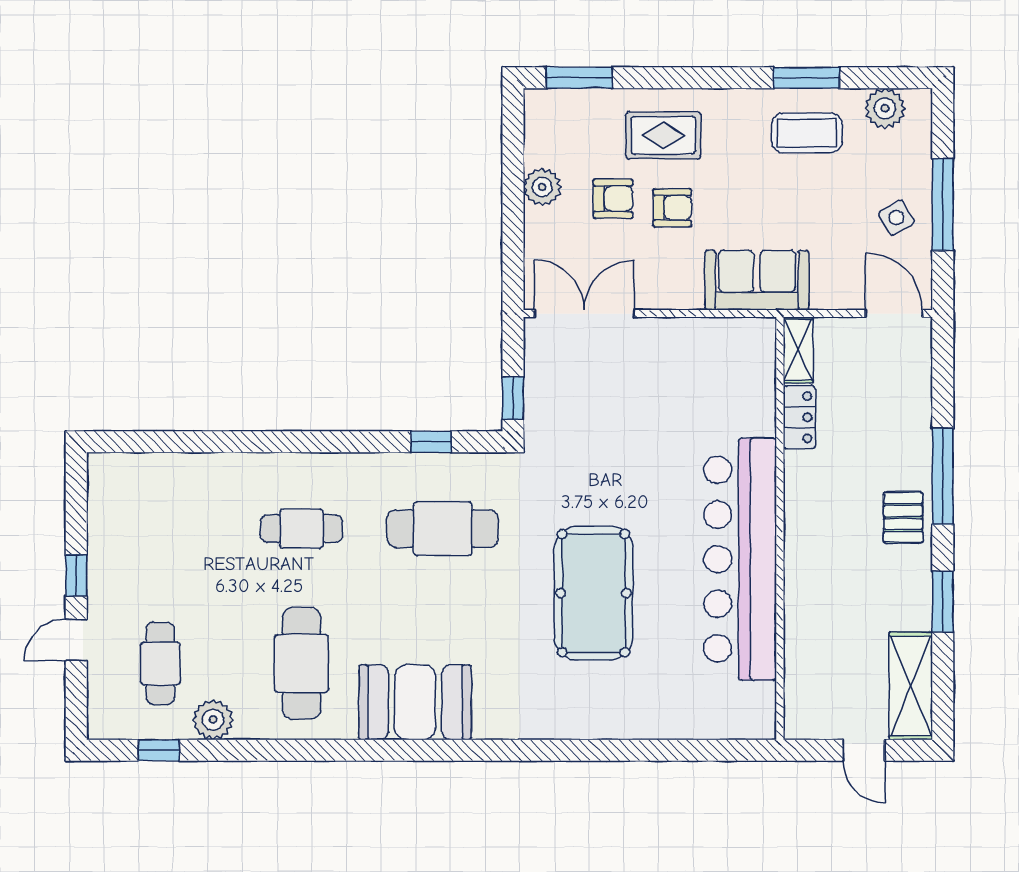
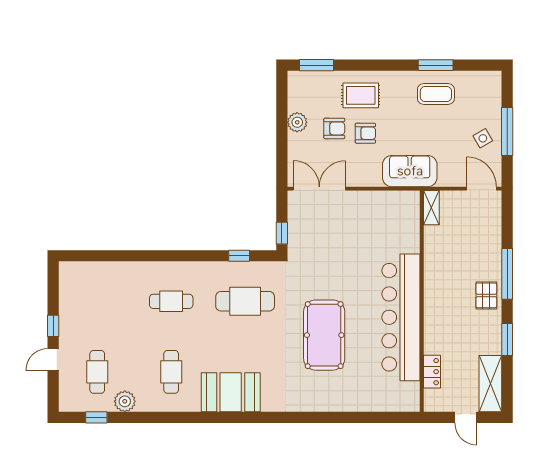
plant: (885, 108) -> (477, 81), removed
locker: (799, 417) -> (432, 372), moved
cafe table: (301, 663) -> (171, 372), width x0.73, depth x0.74

